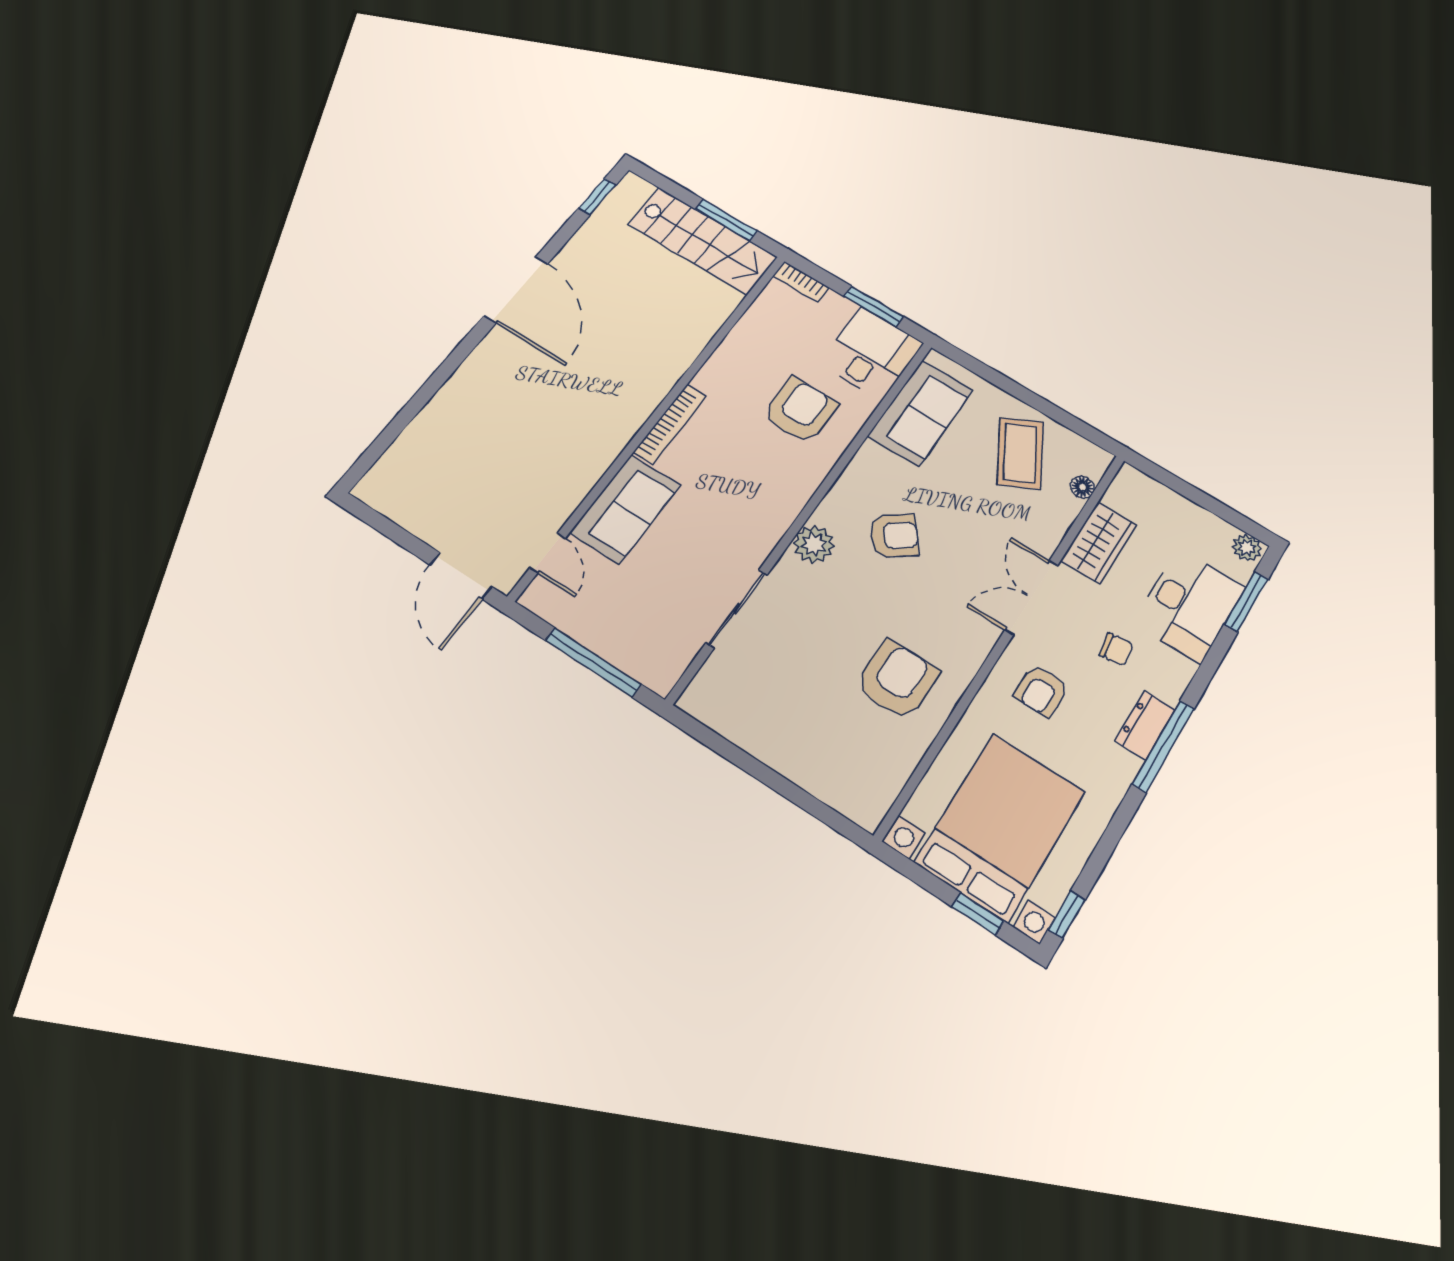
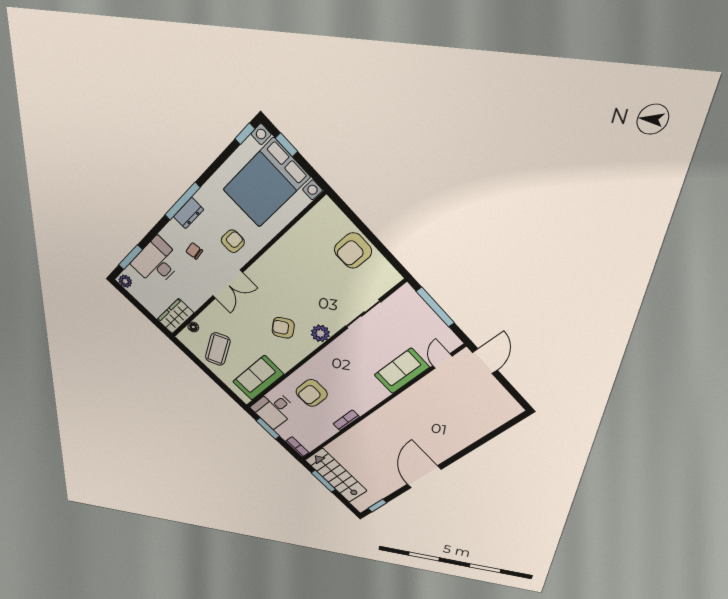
bookcase: (670, 424) -> (346, 420), moved, width x0.64
wardrobe: (1099, 543) -> (175, 316), moved
armchair: (897, 680) -> (353, 251), moved

